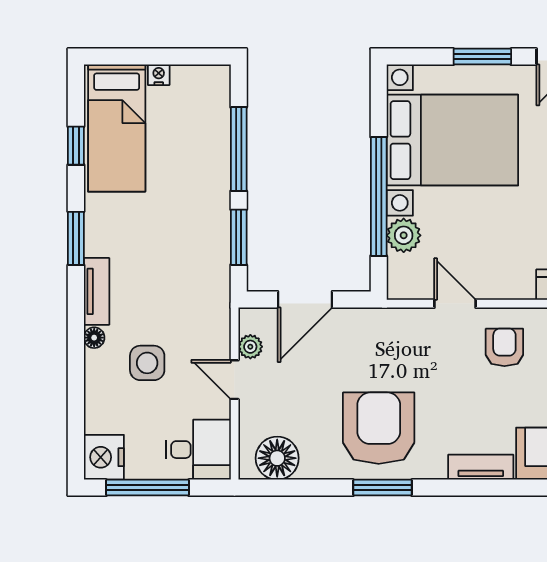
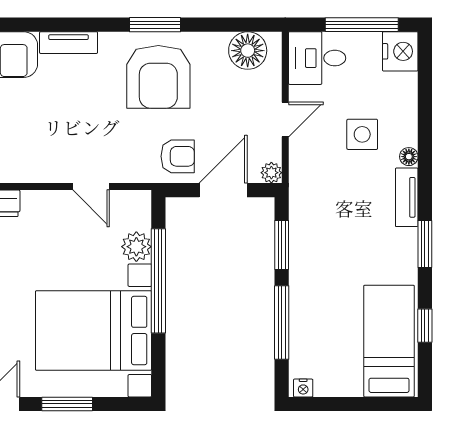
nightstand: (159, 75) -> (303, 388), moved
plant: (250, 347) -> (271, 173), moved
armchair: (504, 347) -> (178, 156), moved, turned -90
door: (235, 380) -> (285, 120), hinge flipped

